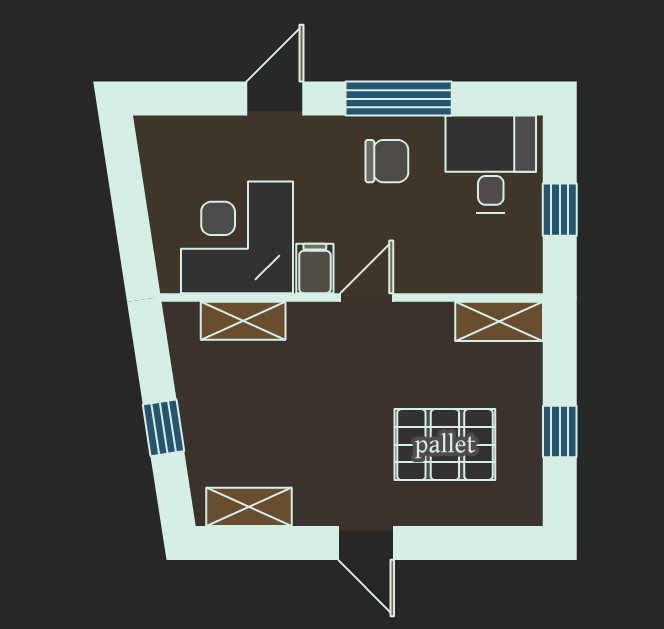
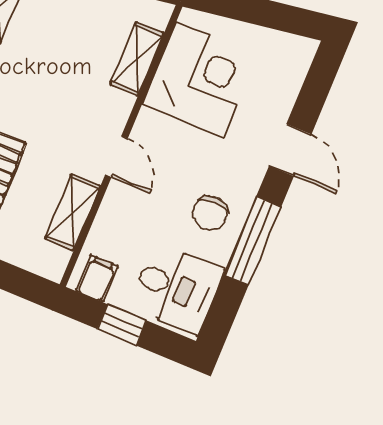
filing cabinet: (315, 268) -> (97, 279), moved, turned -90
shelving: (499, 321) -> (73, 212), moved

